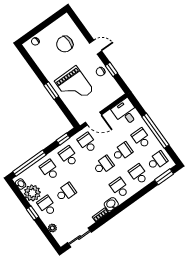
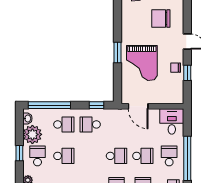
school desk: (87, 143) -> (116, 124), removed
school desk: (68, 156) -> (90, 124), turned -90
school desk: (50, 170) -> (64, 124), turned 90

